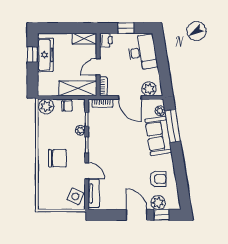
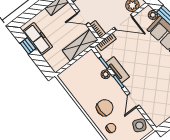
door: (98, 67) -> (83, 18), hinge flipped
plant: (46, 106) -> (67, 76), removed
chair: (67, 106) -> (111, 128), moved
door: (87, 171) -> (133, 100), swing flipped
tv unit: (94, 193) -> (118, 70), moved

